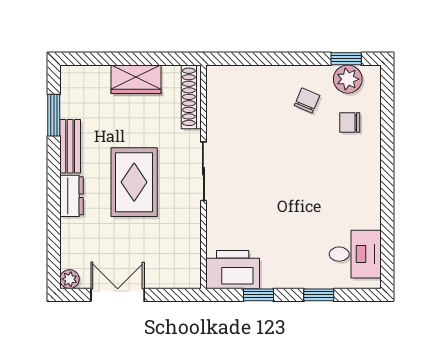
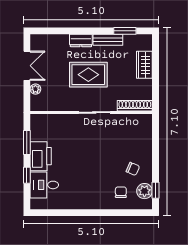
wardrobe: (136, 79) -> (144, 65), moved
desk: (355, 254) -> (44, 185), moved, turned 90
printer: (233, 270) -> (41, 156), moved
plant: (70, 279) -> (35, 89), moved
window: (258, 295) -> (27, 142), width x1.50

